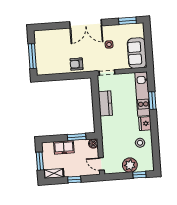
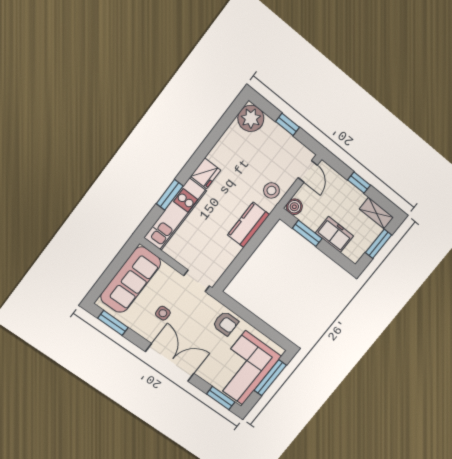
window: (47, 27) -> (221, 398), added
corner sofa: (49, 50) -> (244, 368), added
sofa: (137, 53) -> (131, 280), width x1.36
kitchen counter: (105, 103) -> (249, 225), moved
stool: (140, 143) -> (271, 191), moved
plant: (130, 165) -> (251, 118), moved
window: (139, 175) -> (288, 124), moved

